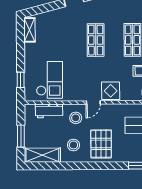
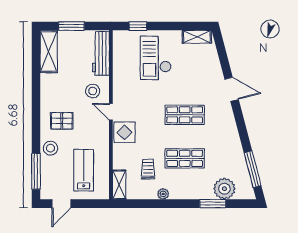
checkout: (49, 80) -> (156, 58), moved, turned 90
workbench: (49, 111) -> (101, 53), width x1.38
pallet: (101, 144) -> (62, 121), width x0.67, depth x0.71
stool: (73, 145) -> (50, 148), moved

